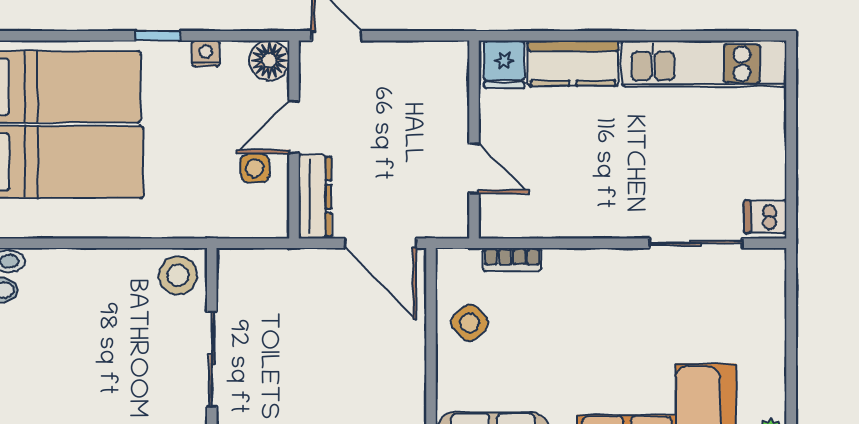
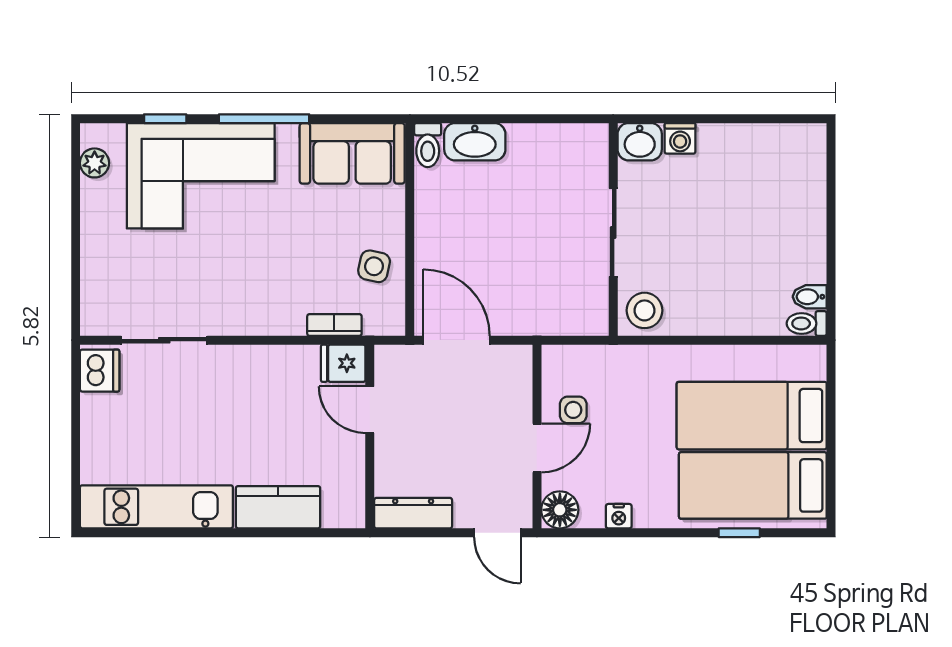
window: (158, 36) -> (739, 533), moved
fridge: (504, 64) -> (343, 363), moved, turned -90
dresser: (315, 197) -> (413, 513), moved, turned 90
dishwasher: (765, 217) -> (100, 371), width x1.38
side table: (470, 323) -> (374, 266), turned -35

